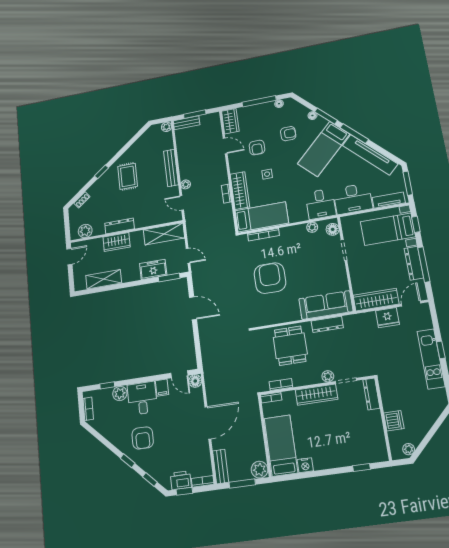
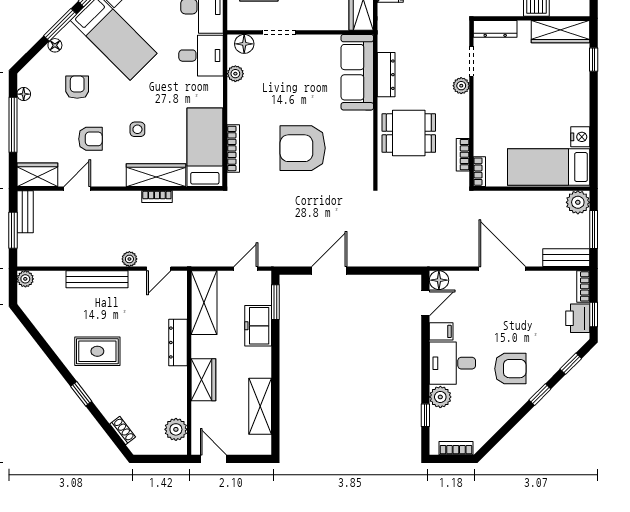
bench: (187, 123) -> (25, 212), moved
dresser: (120, 226) -> (178, 343), moved
wardrobe: (316, 395) -> (560, 32), moved, turned 90

